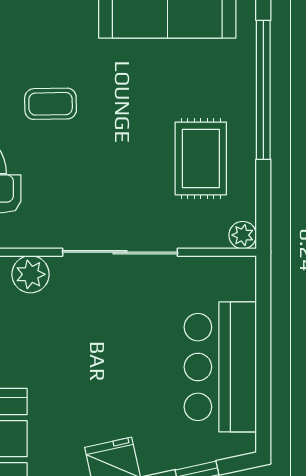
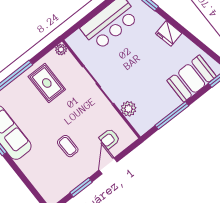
rug: (201, 158) -> (47, 83), turned 90

